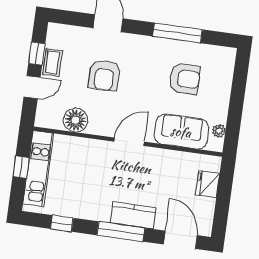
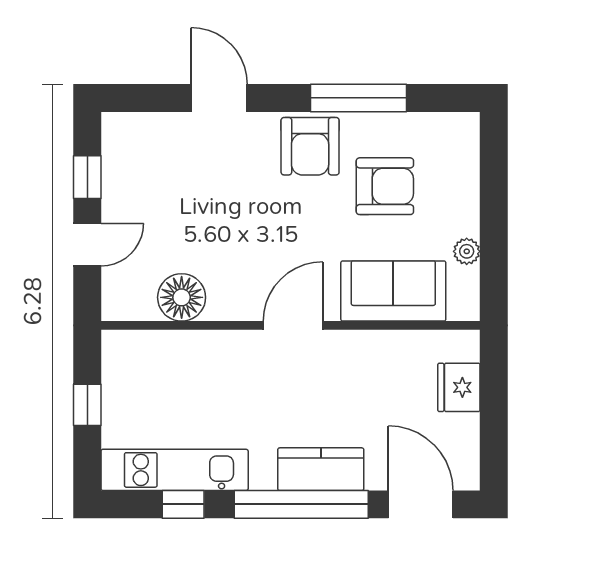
coffee table: (52, 62) -> (121, 190), removed
armchair: (104, 75) -> (310, 146), moved
plant: (219, 131) -> (467, 251), moved
kitchen unit: (38, 169) -> (175, 470), moved, turned -90
window: (121, 232) -> (301, 504), width x1.46

